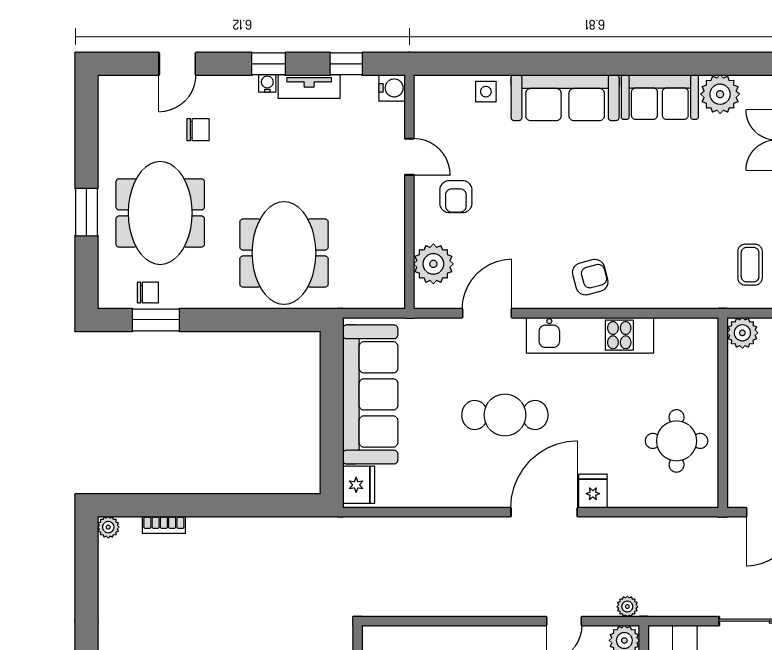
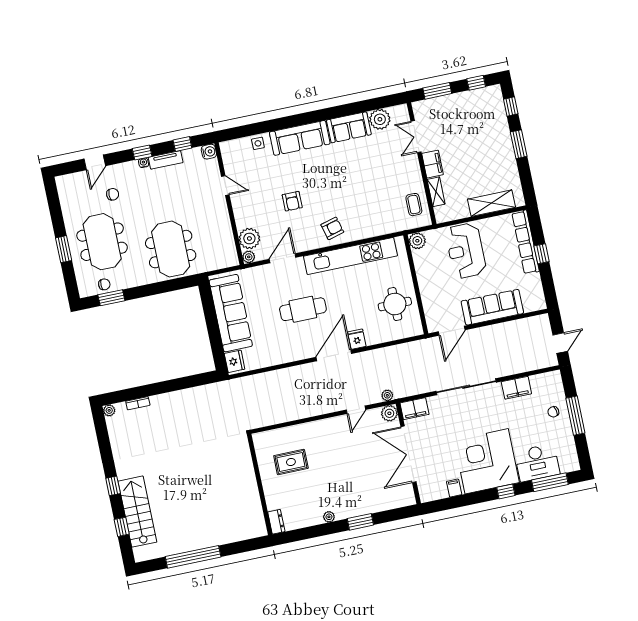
armchair: (456, 197) -> (292, 201), moved
plant: (425, 298) -> (249, 257), added
kitchen unit: (590, 335) -> (350, 256), width x1.36

